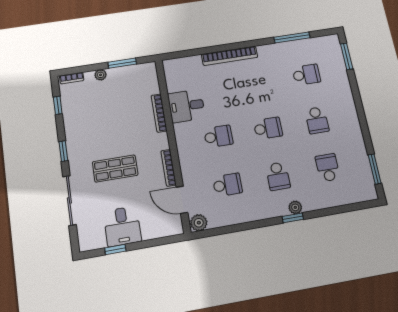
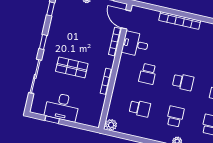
school desk: (218, 136) -> (148, 74), turned 90
school desk: (278, 176) -> (175, 116), turned 180
door: (182, 200) -> (126, 19), moved
desk: (122, 226) -> (62, 107), width x1.37

